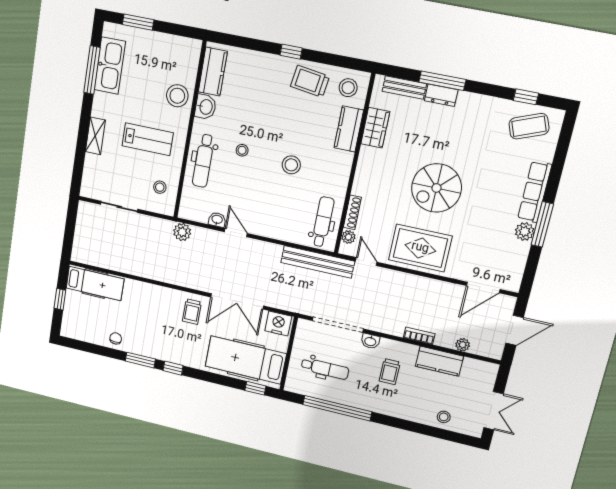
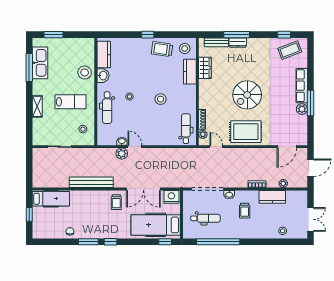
plant: (182, 232) -> (122, 154), moved
bench: (318, 262) -> (91, 182), moved

